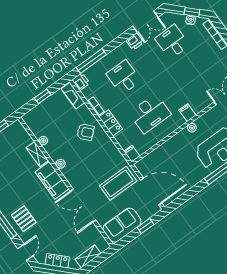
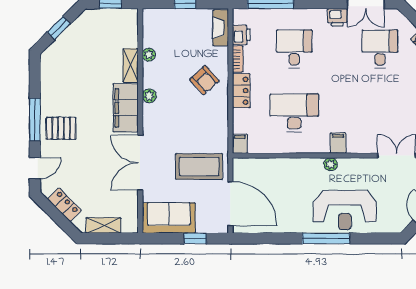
printer: (81, 82) -> (241, 35), moved
desk: (150, 114) -> (294, 113), turned 180
pallet: (24, 219) -> (61, 128), turned 90

